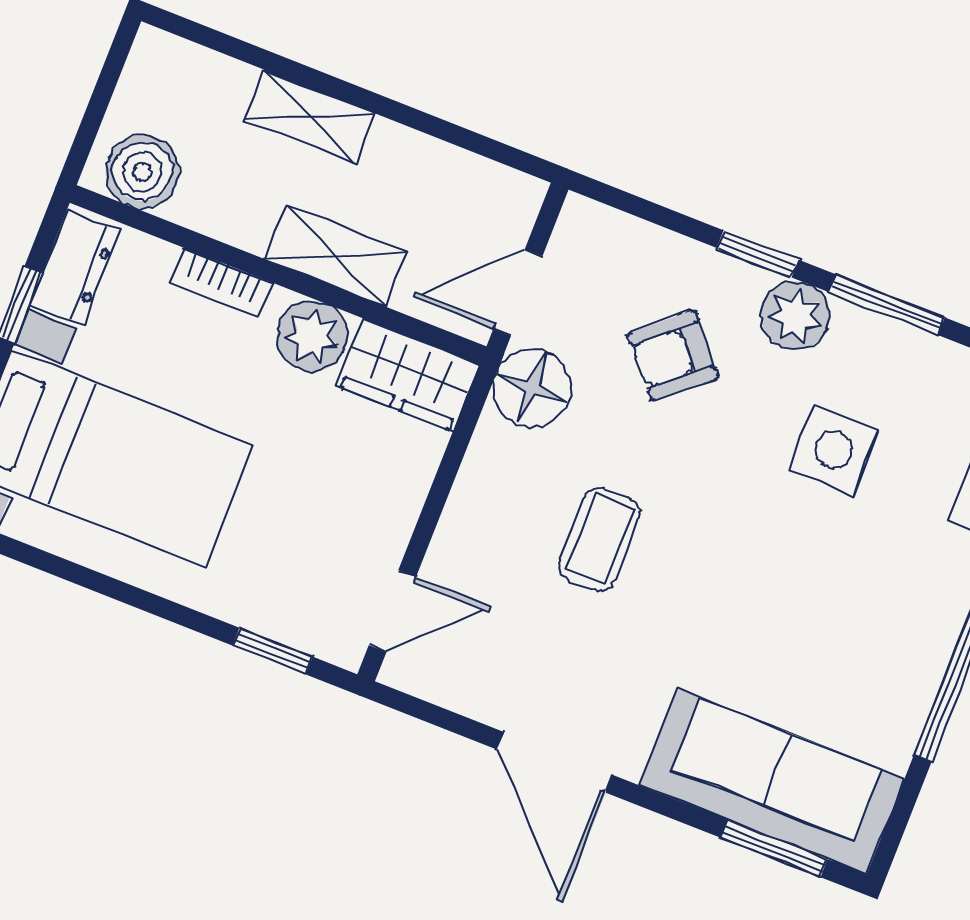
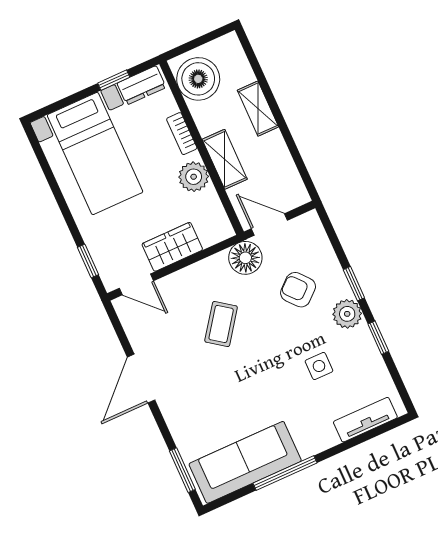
boiler: (142, 172) -> (198, 79), width x1.37, depth x1.37
window: (887, 305) -> (378, 338), width x0.67
wardrobe: (408, 375) -> (172, 247), moved, turned 90
side table: (833, 450) -> (319, 366), width x0.73, depth x0.73
coffee table: (600, 539) -> (221, 324), turned -54
sofa: (772, 782) -> (245, 462), moved, turned -90

